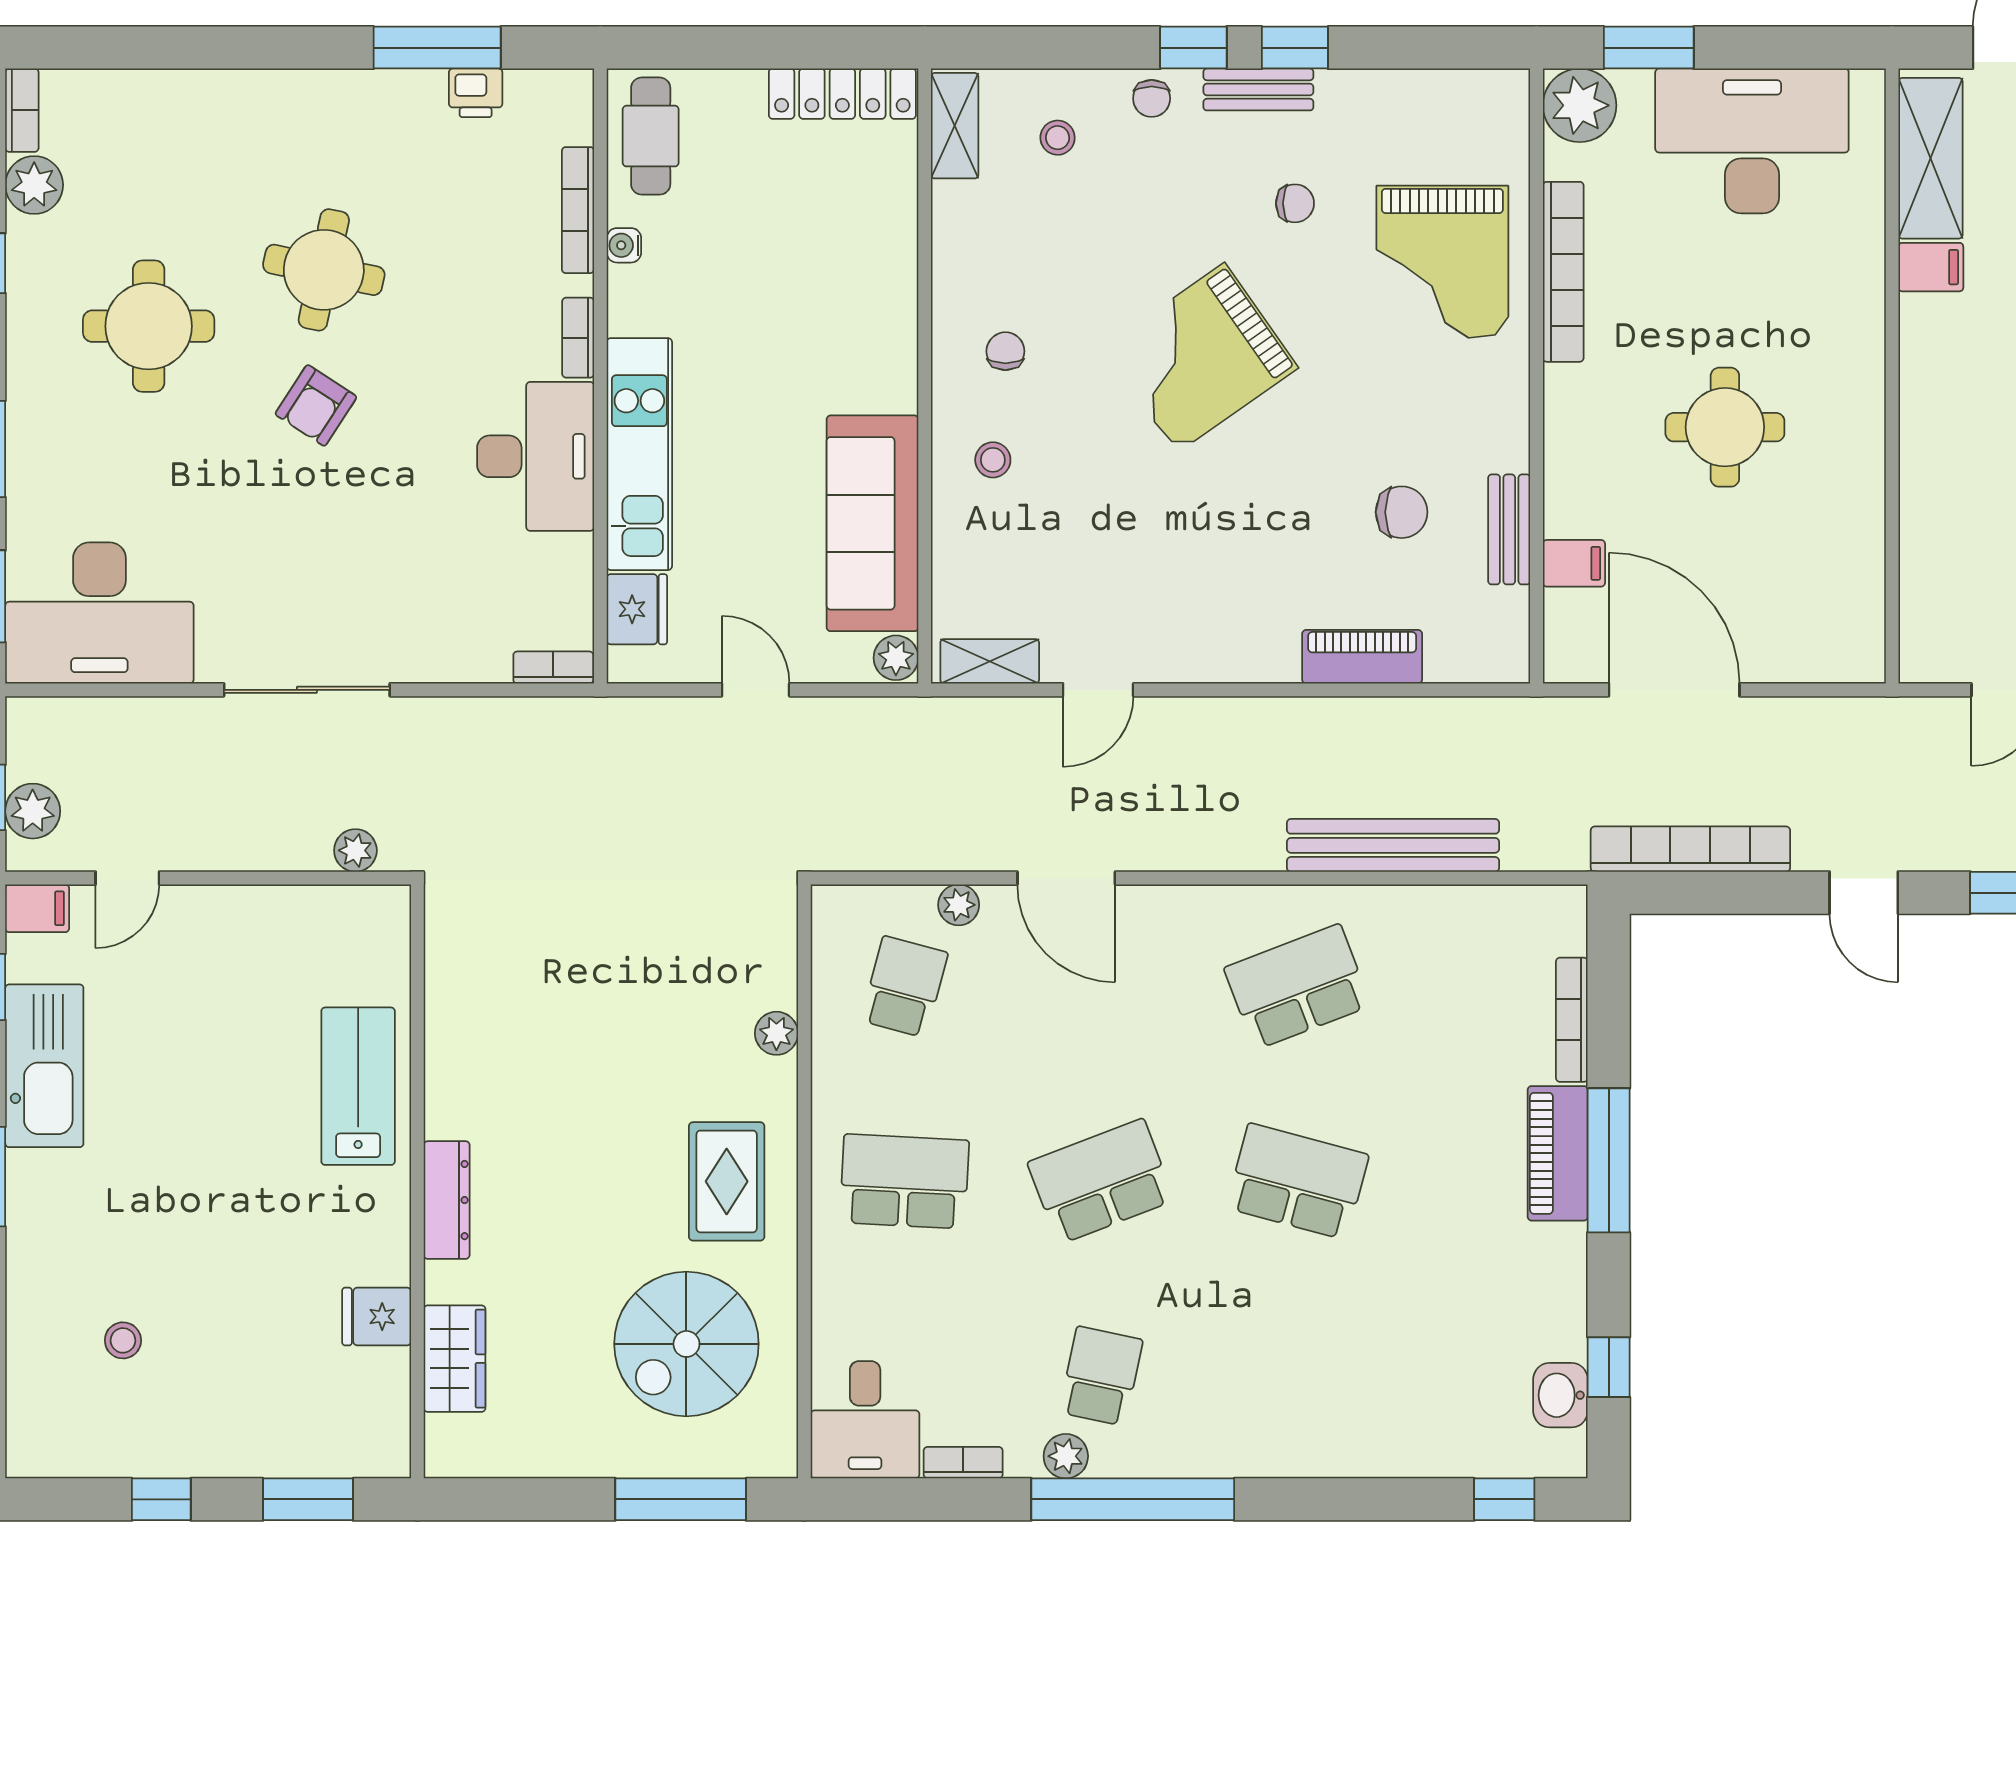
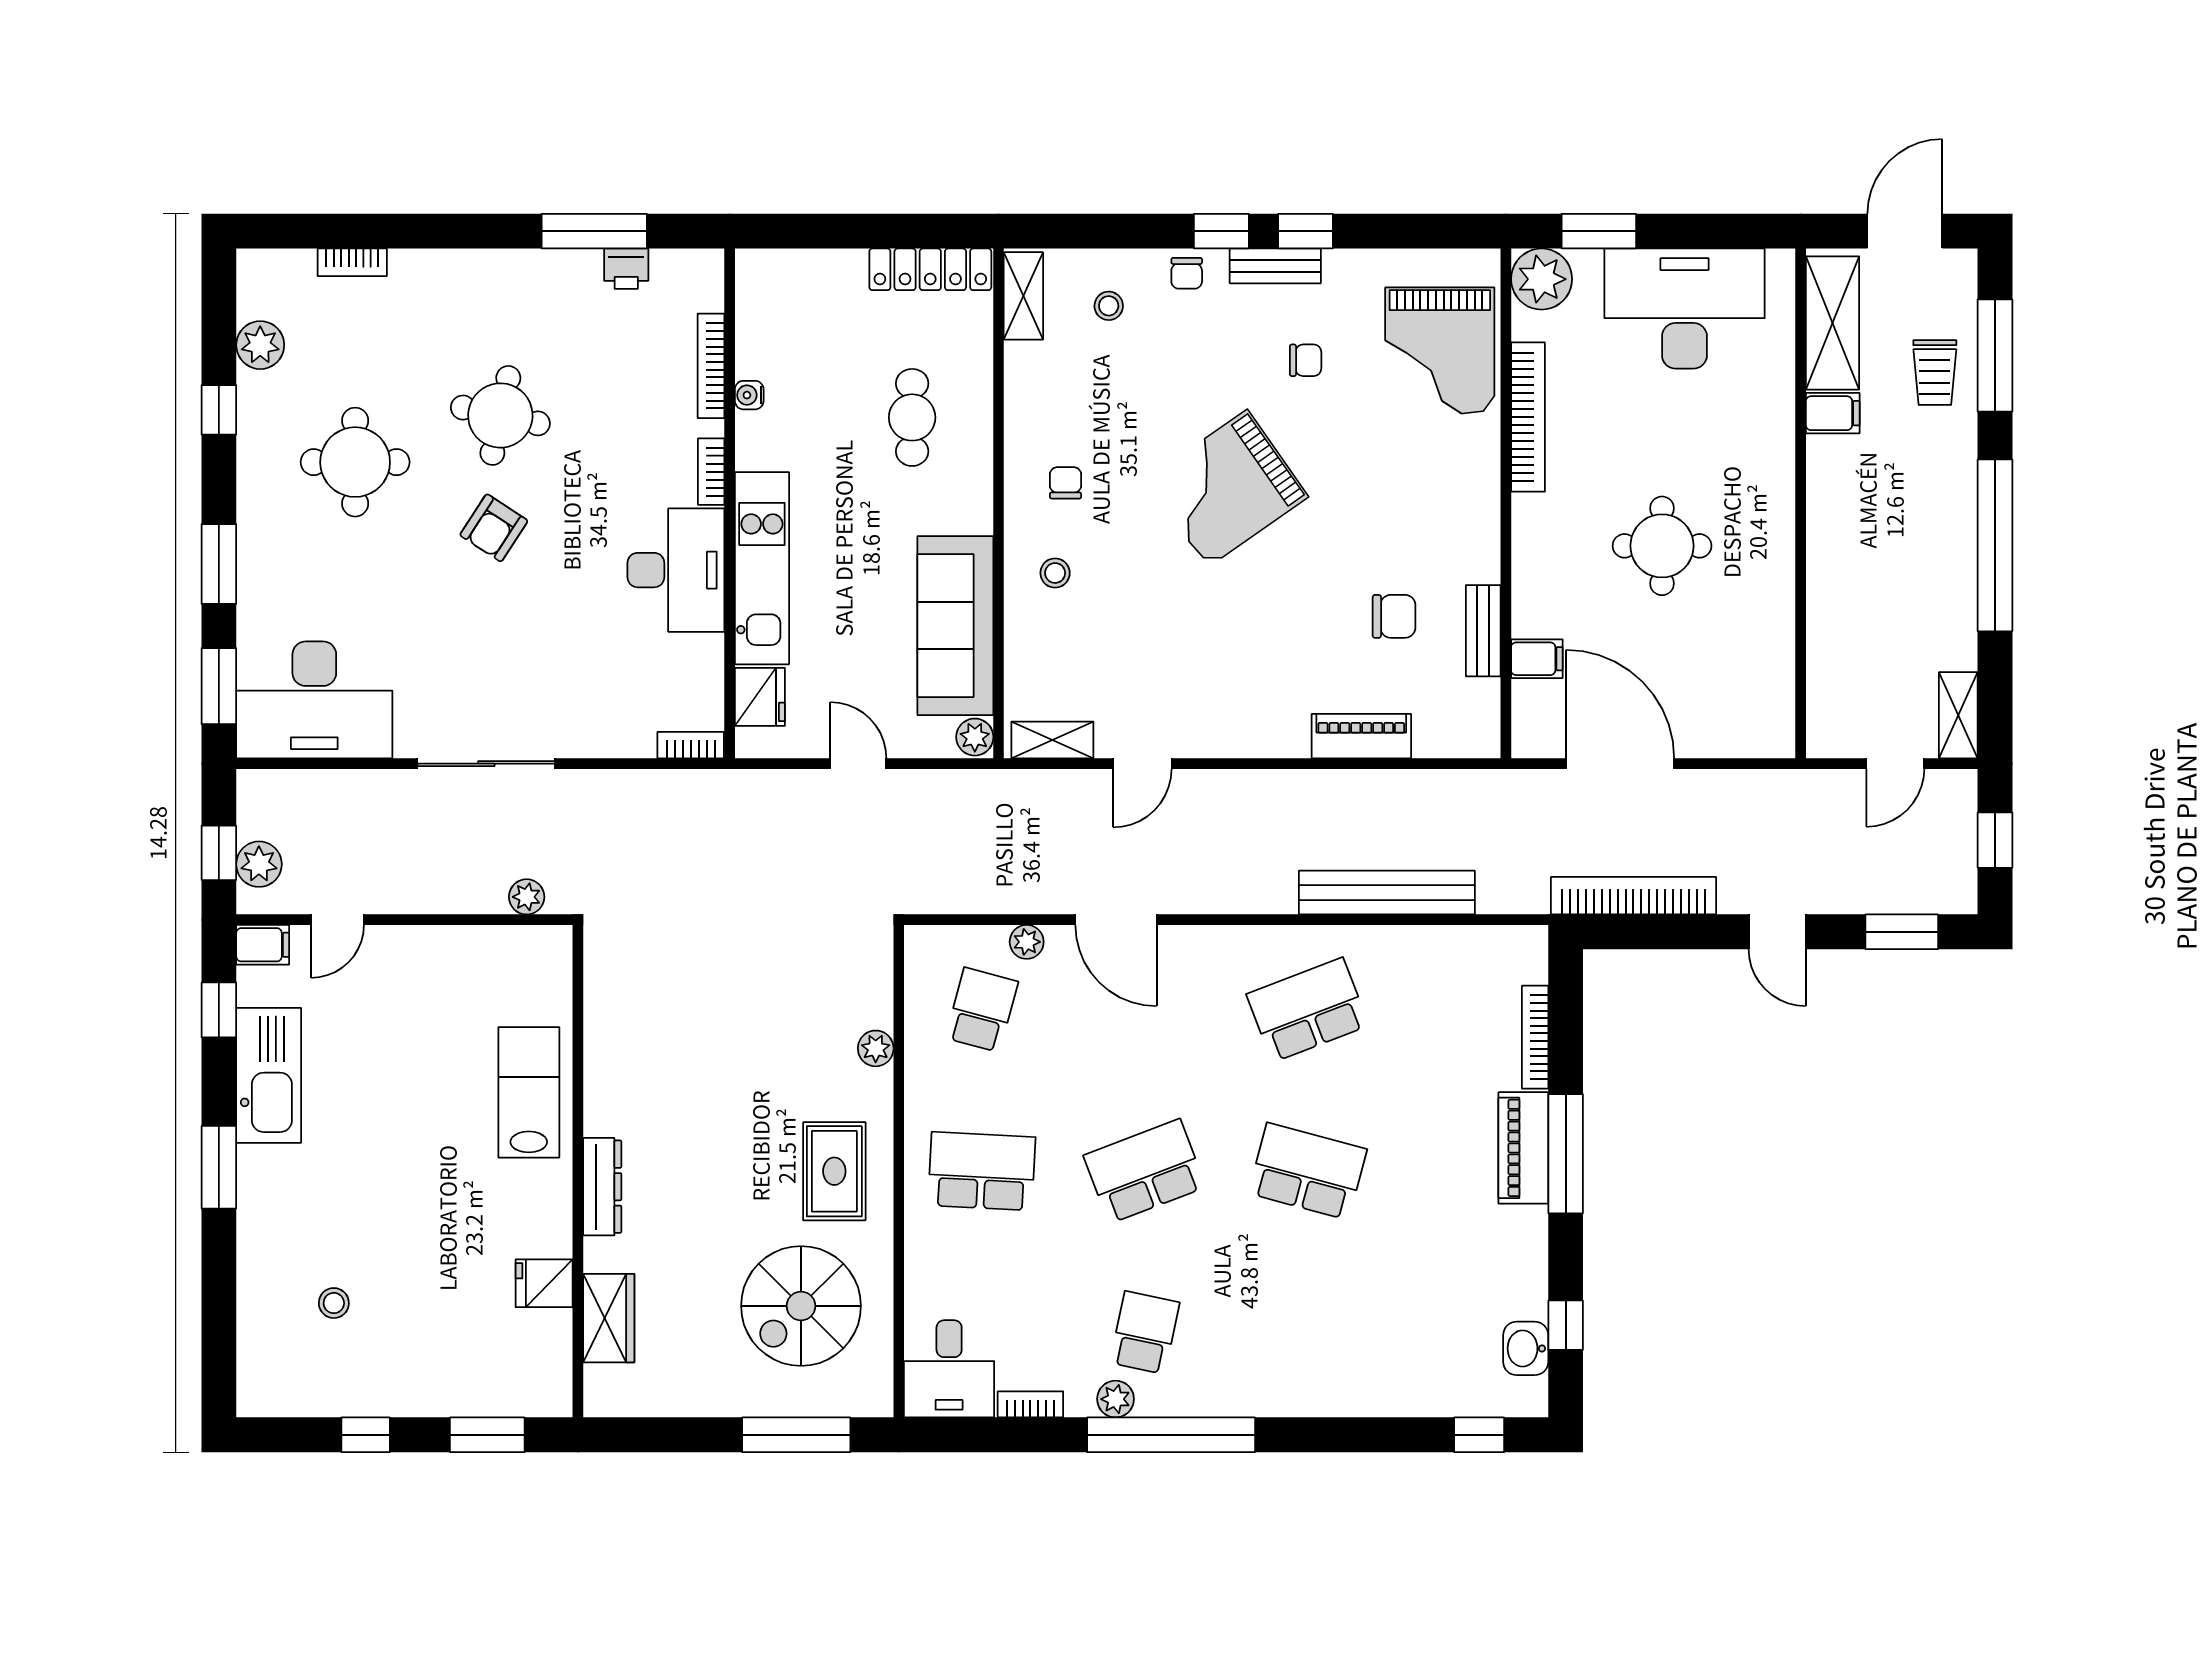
bookcase: (22, 110) -> (352, 262), moved, turned 90
cafe table: (651, 136) -> (912, 417), moved
grand piano: (1442, 262) -> (1440, 351), moved

